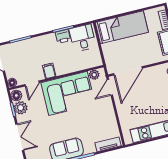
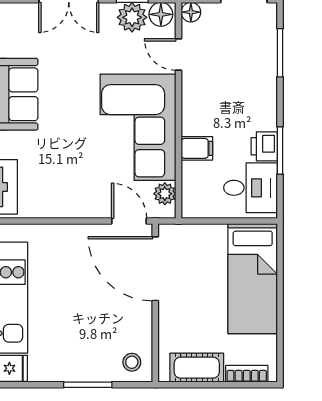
filing cabinet: (49, 71) -> (197, 148), moved

